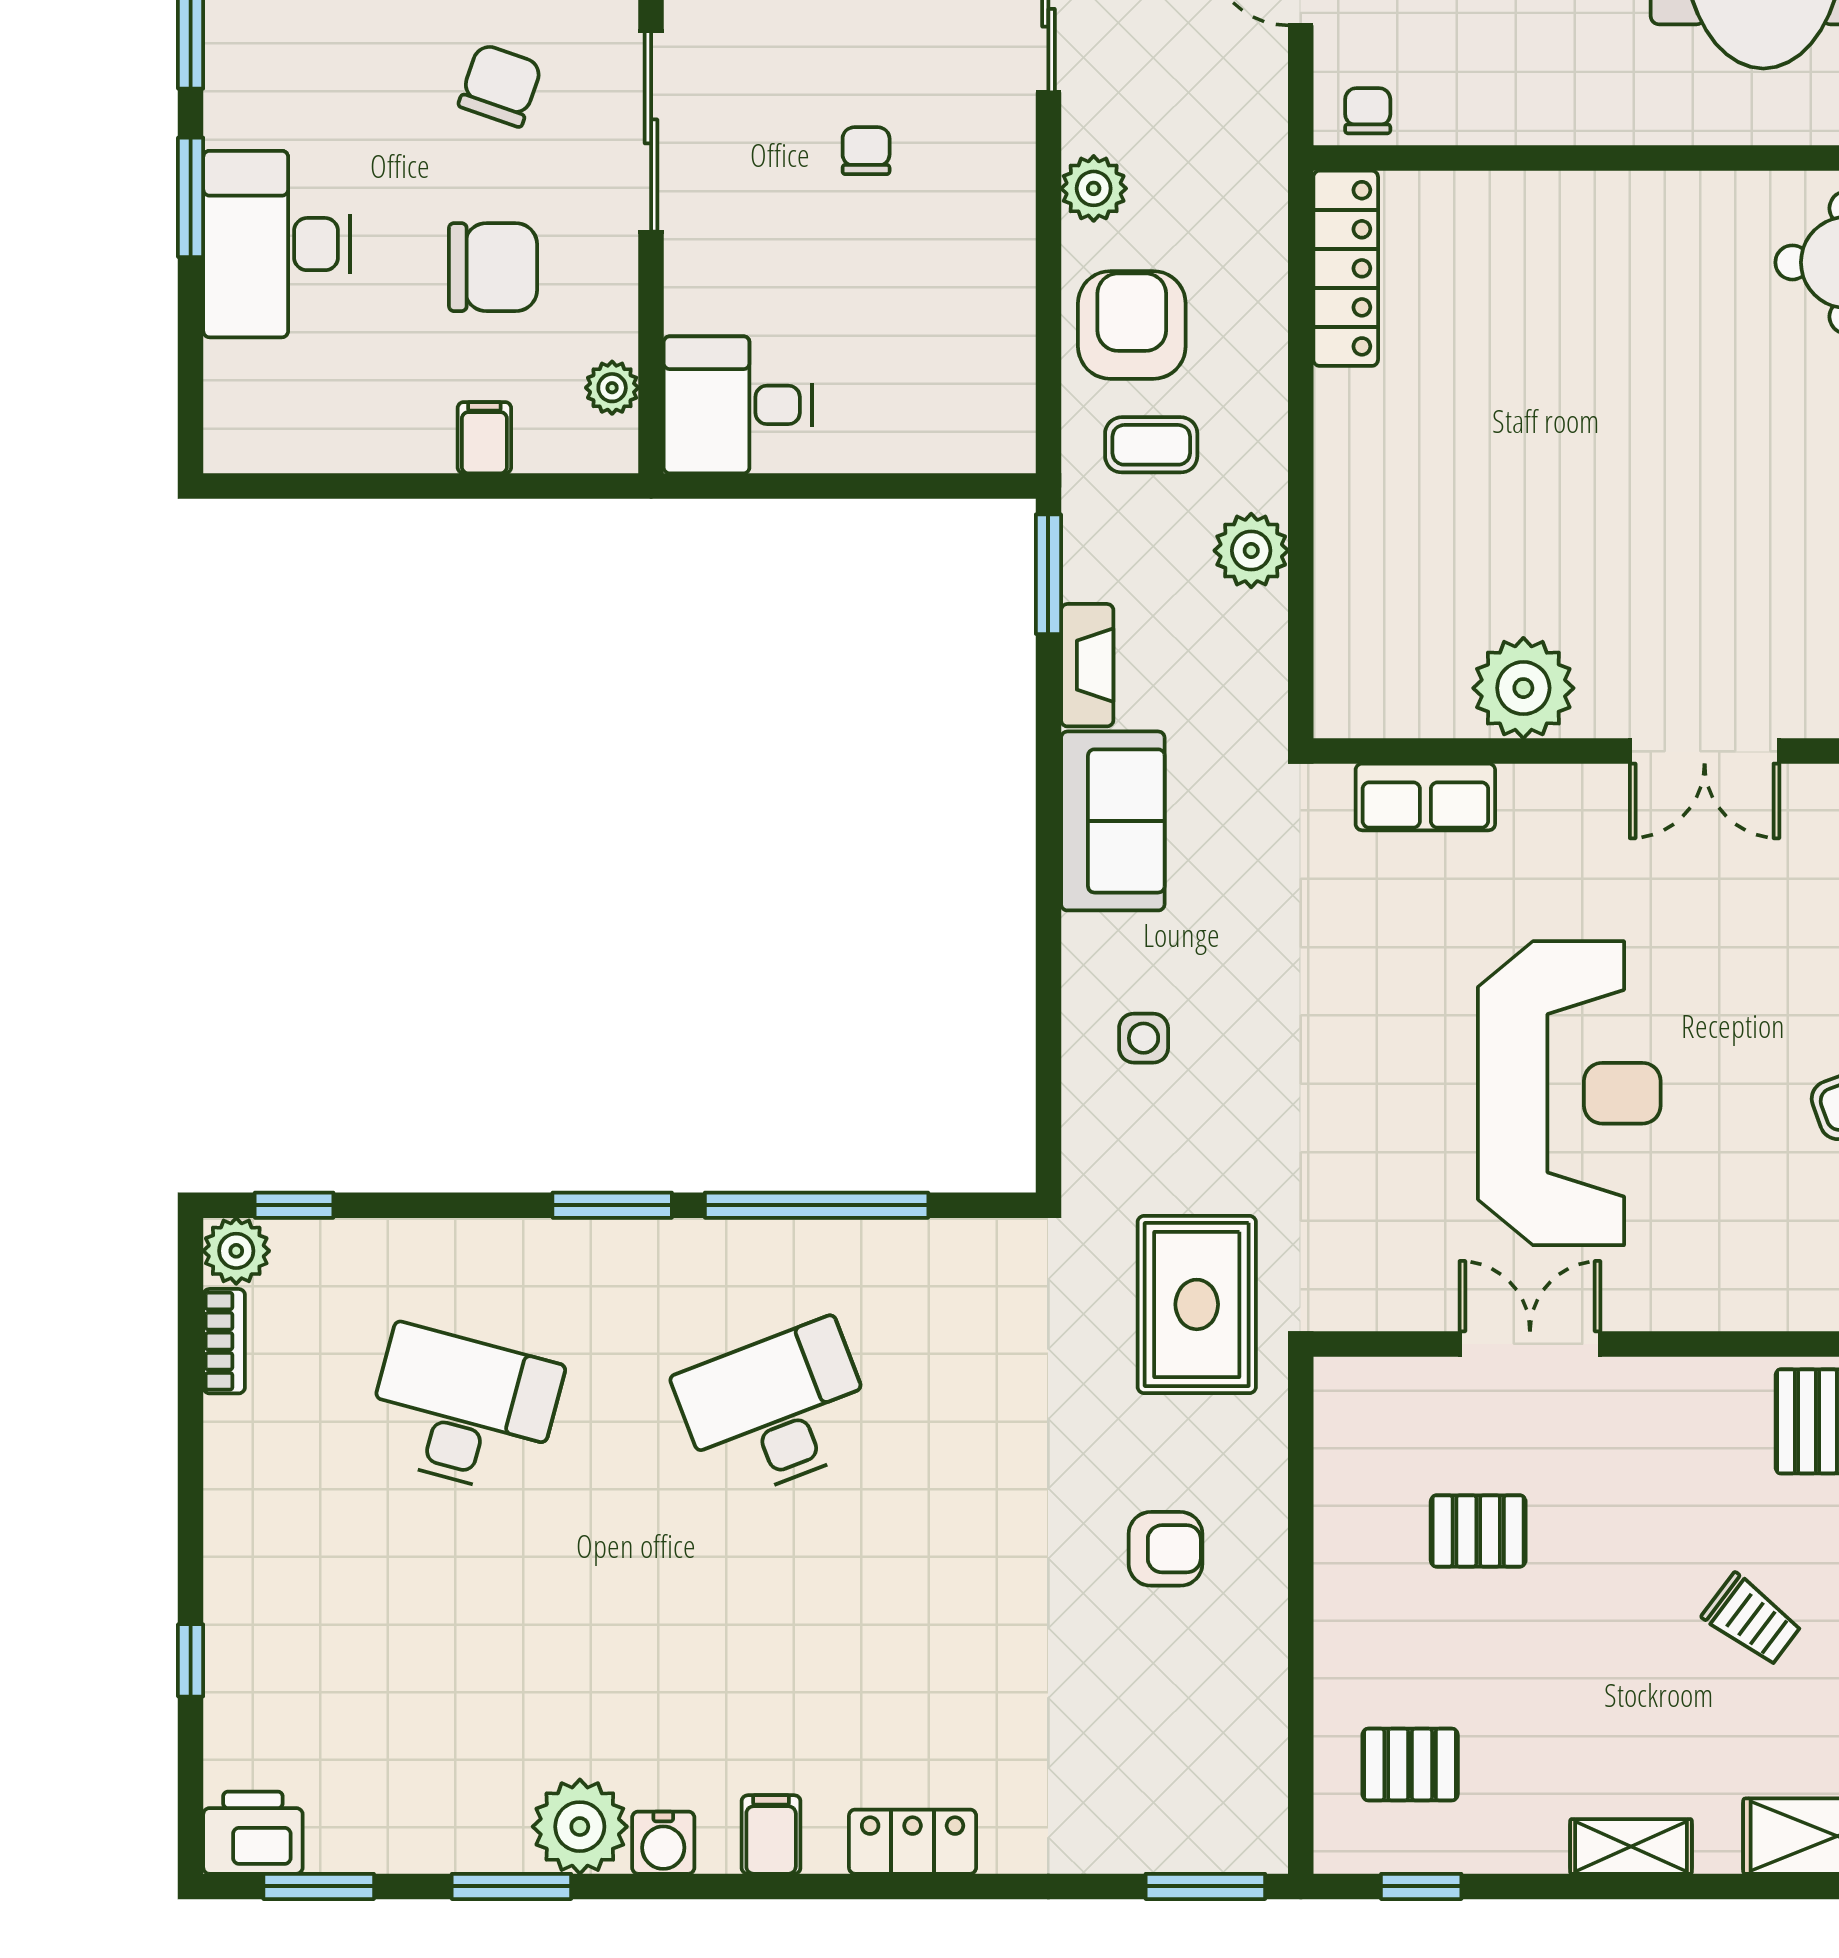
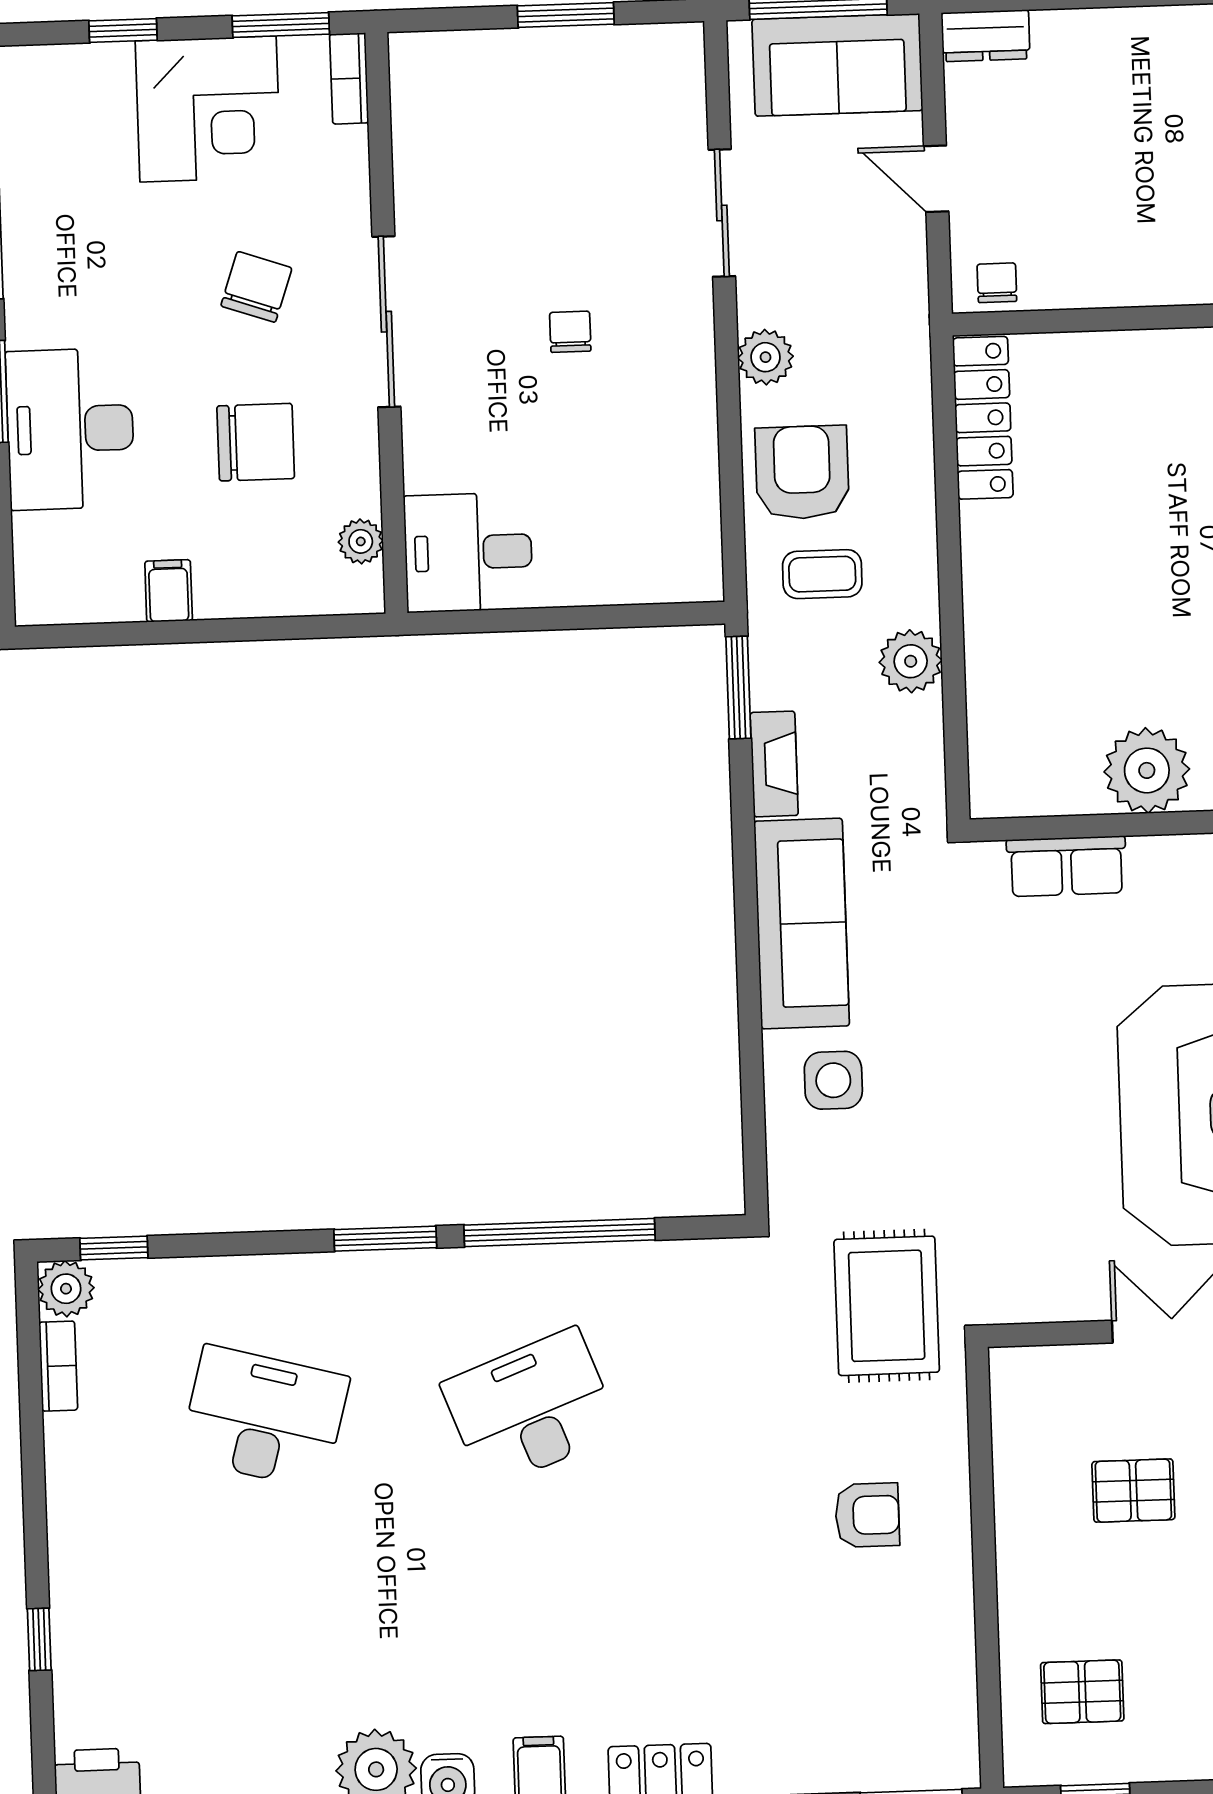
filing cabinet: (484, 438) -> (169, 591), moved
sofa: (1113, 821) -> (802, 924), width x1.36
side table: (1144, 1038) -> (833, 1080), width x1.37, depth x1.37

